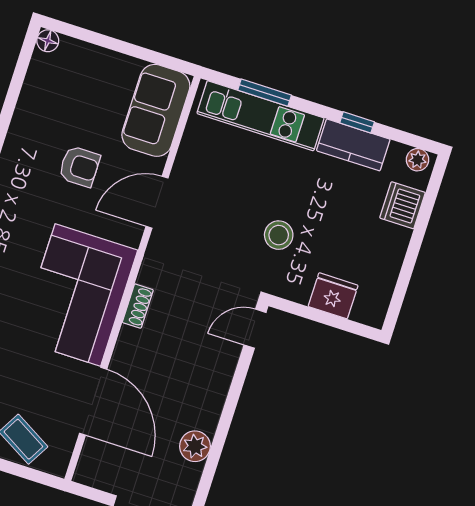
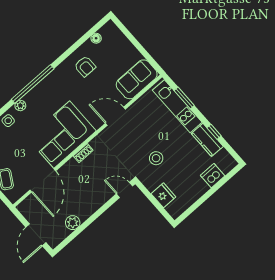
floor lamp: (48, 41) -> (96, 38), moved
plant: (418, 160) -> (229, 161), removed
armchair: (79, 167) -> (85, 66), moved

